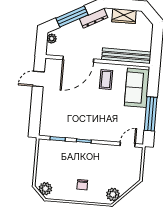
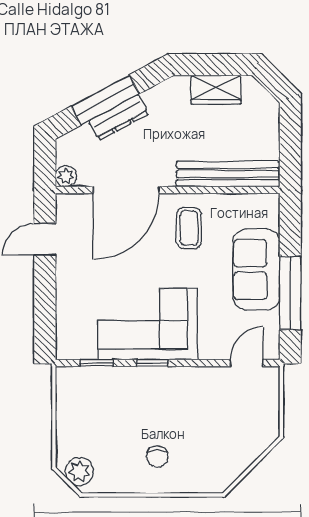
dresser: (94, 18) -> (119, 117), moved
plant: (52, 39) -> (66, 176), moved
sofa: (137, 88) -> (256, 269), moved
corner sofa: (83, 123) -> (148, 324), added
plant: (113, 194) -> (224, 472), removed

